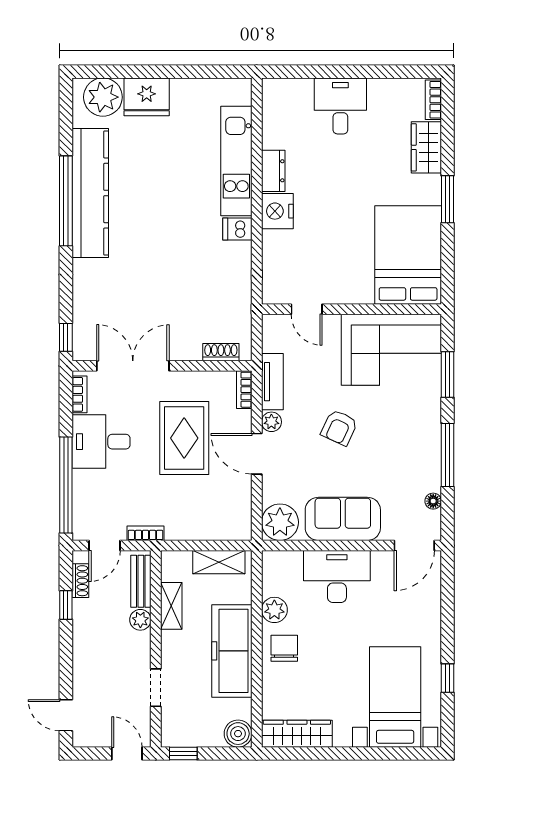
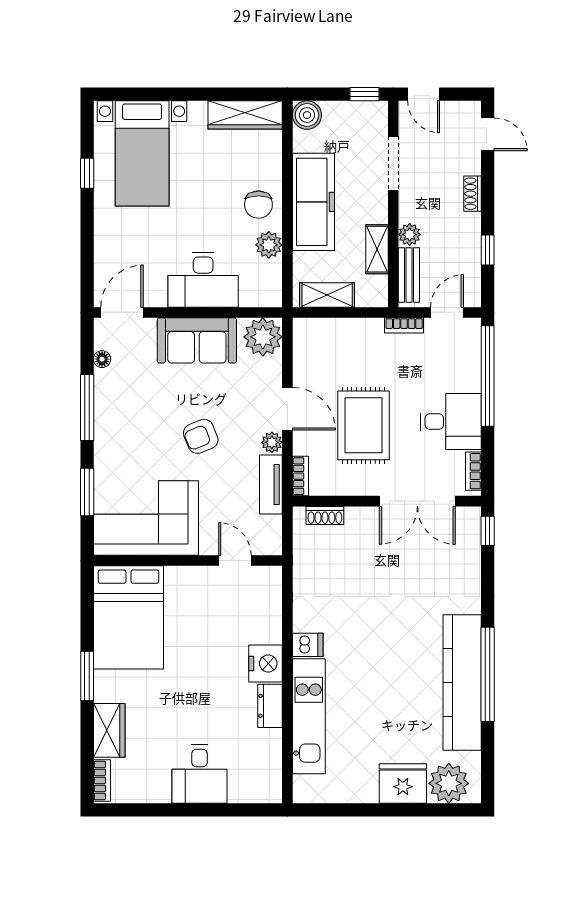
armchair: (339, 427) -> (201, 436), turned -137
shoe rack: (80, 581) -> (473, 194), moved
doorway: (156, 688) -> (393, 163), width x1.38

